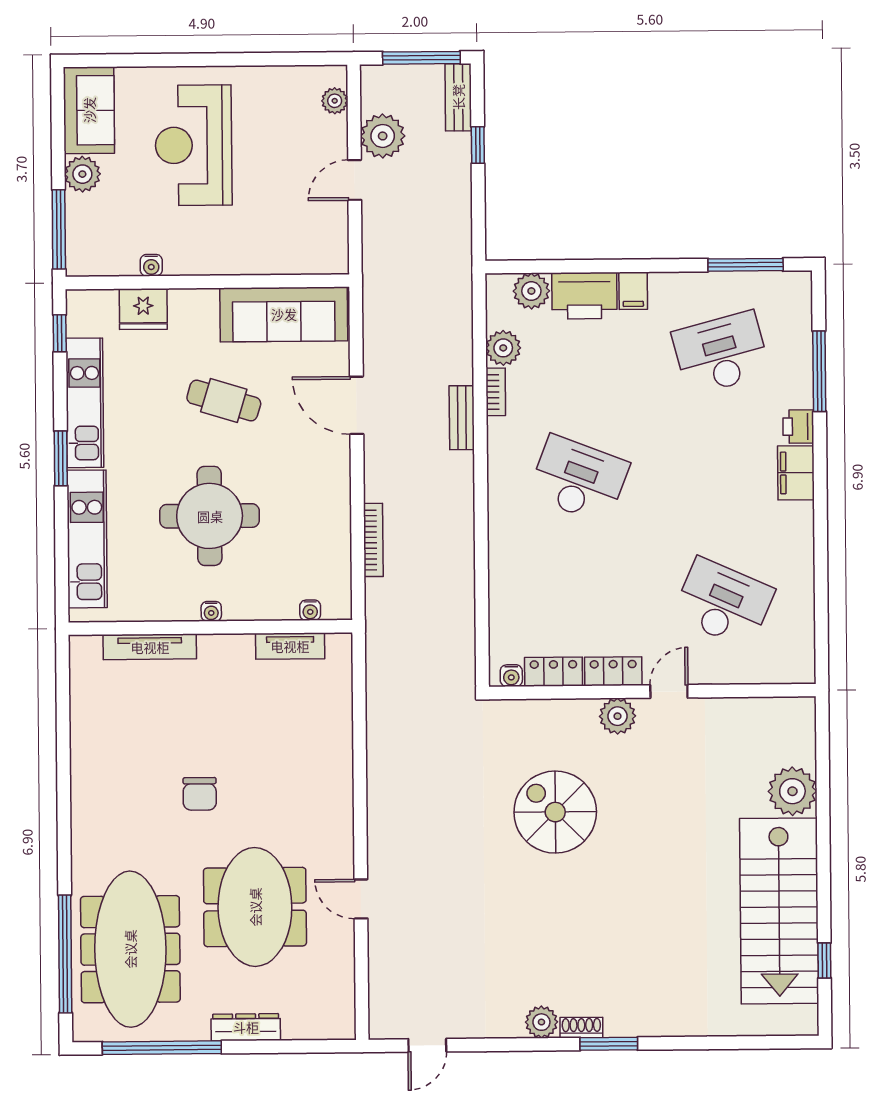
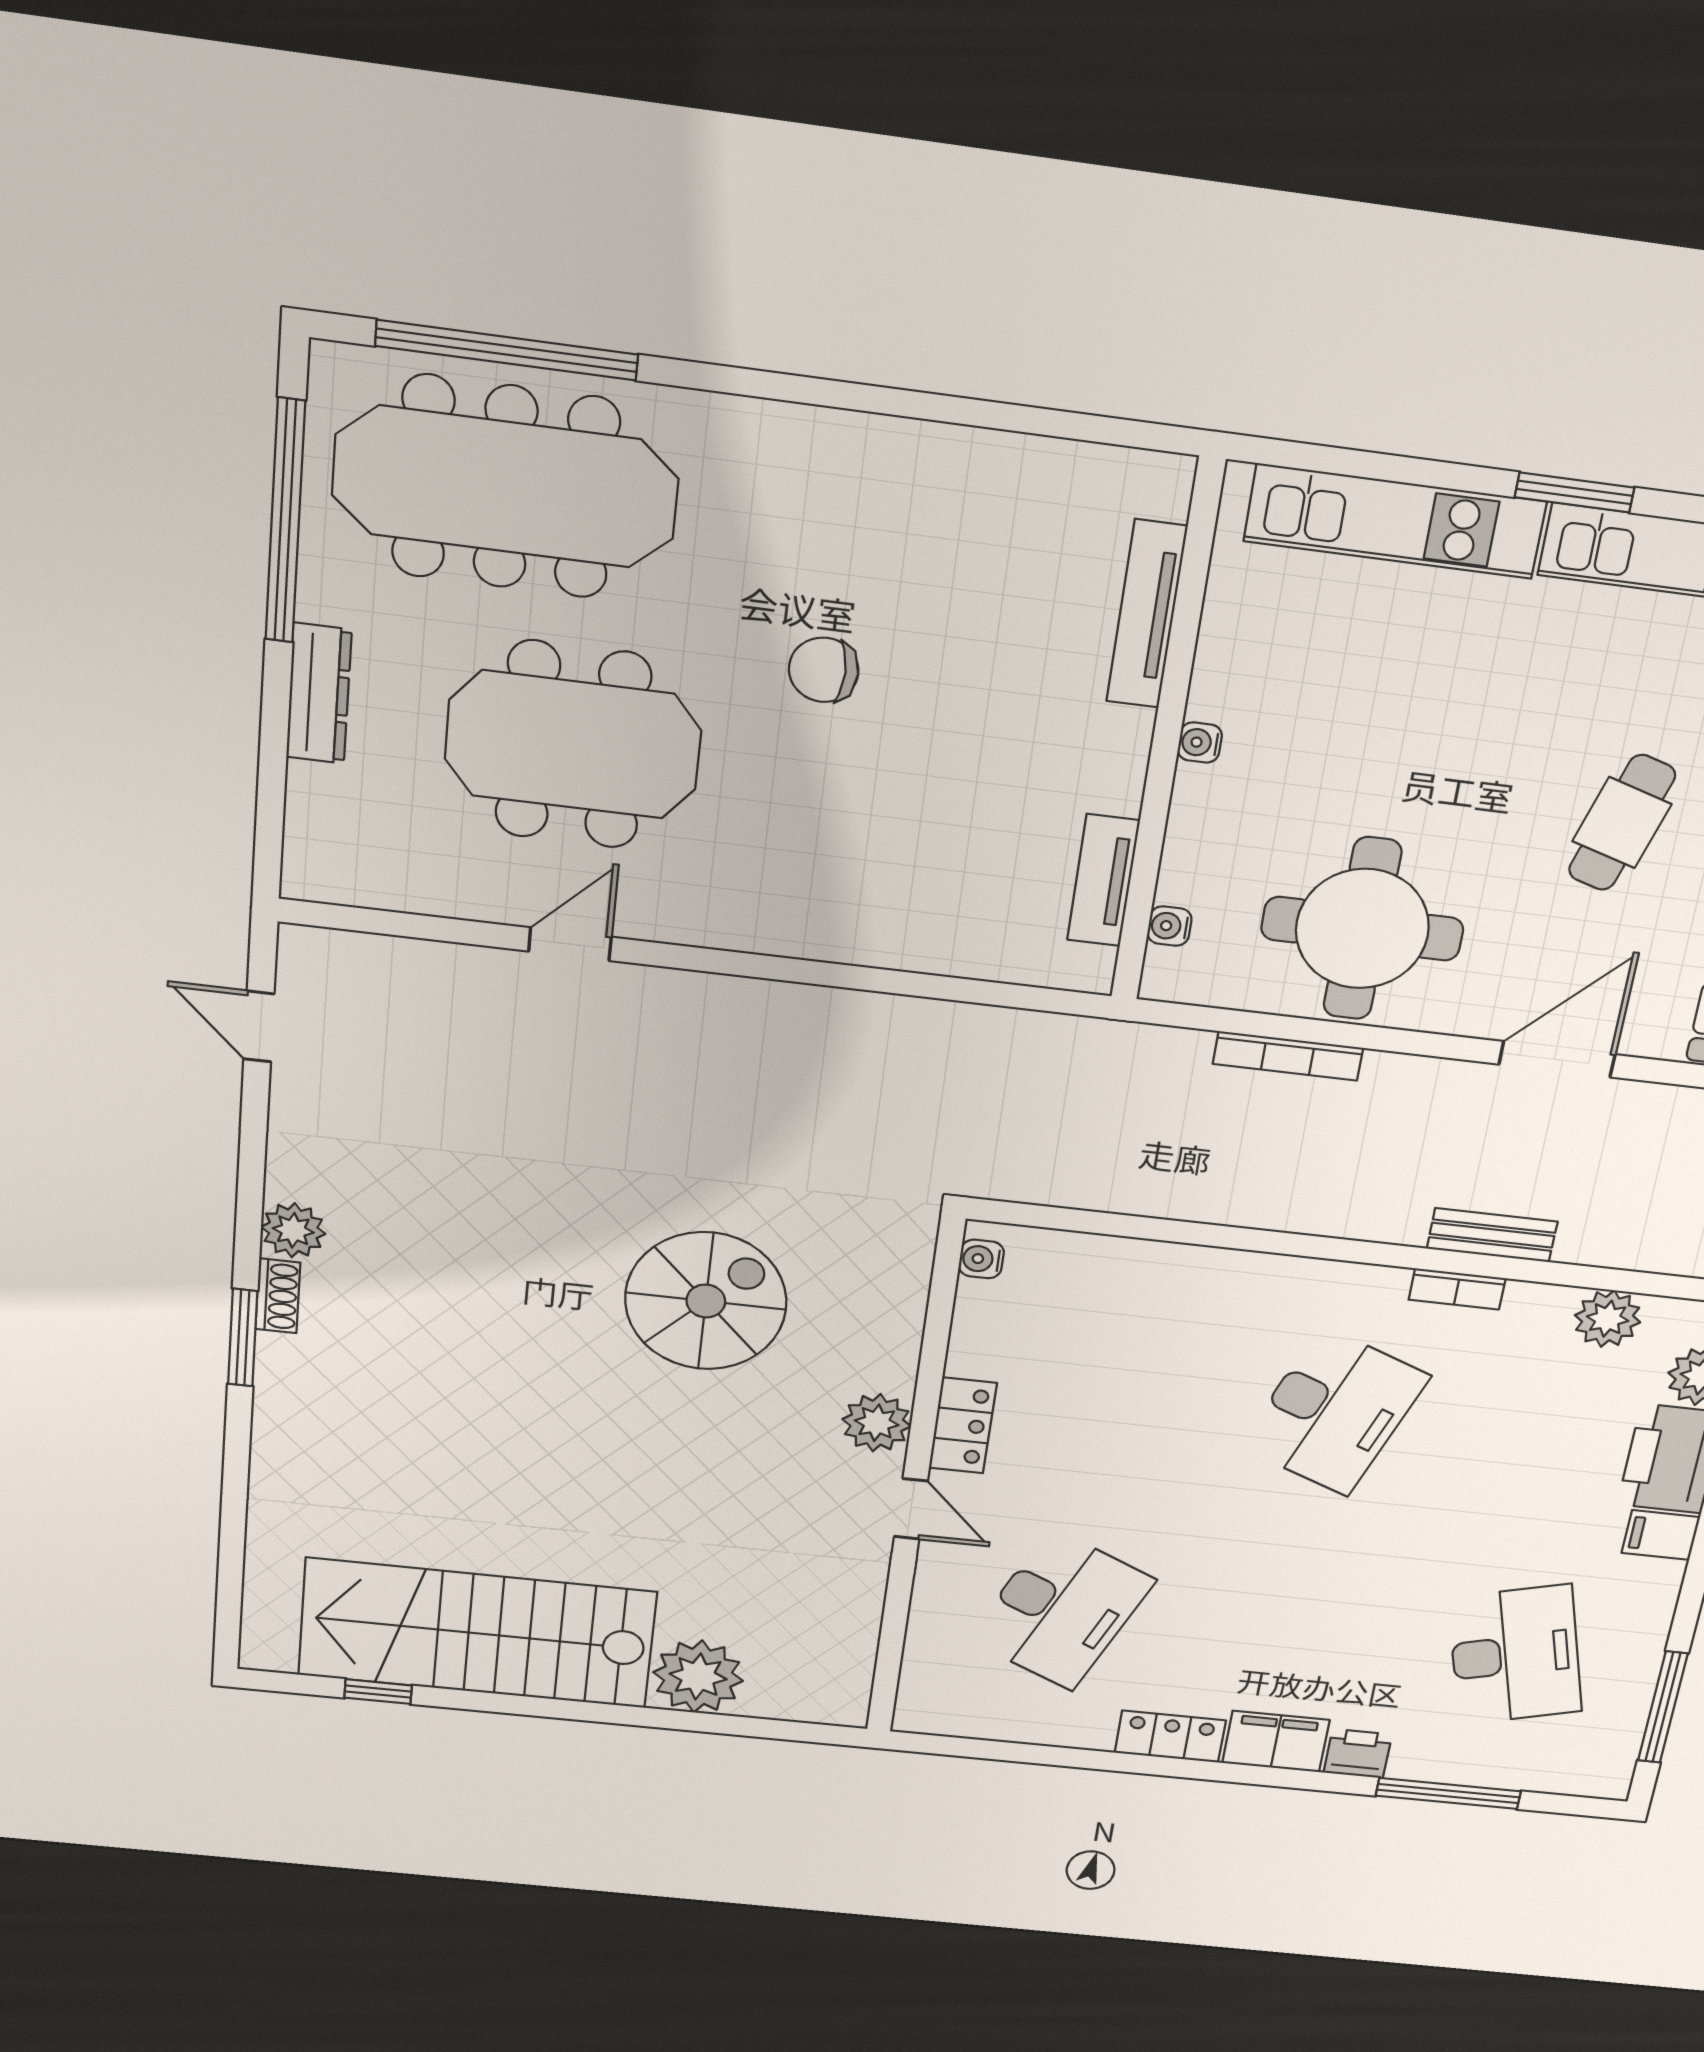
bookcase: (496, 392) -> (1457, 1289), moved
round table: (210, 516) -> (1362, 929), moved
locker: (554, 672) -> (1170, 1737), moved, turned -90

